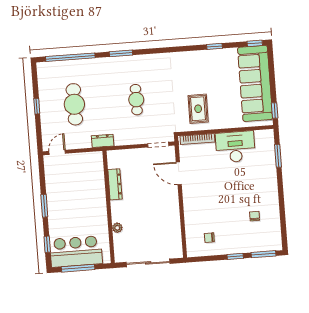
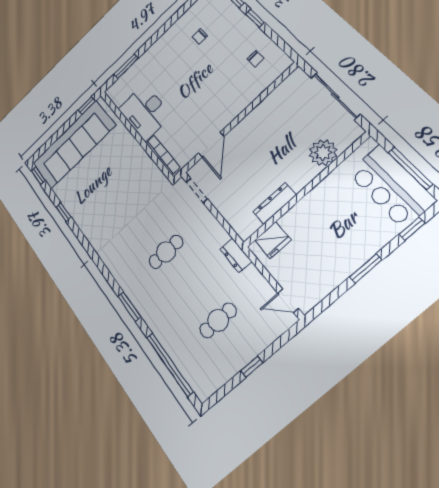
cafe table: (74, 104) -> (218, 320), width x0.73, depth x0.74
rug: (198, 109) -> (133, 179), removed
fridge: (95, 168) -> (273, 240), added
plant: (117, 228) -> (323, 153), width x1.88, depth x1.88

